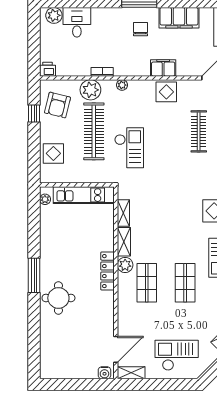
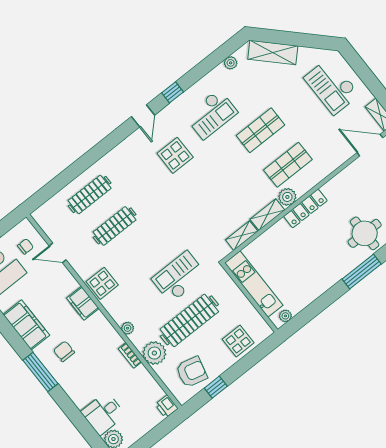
chair: (141, 29) -> (64, 351), turned 90

